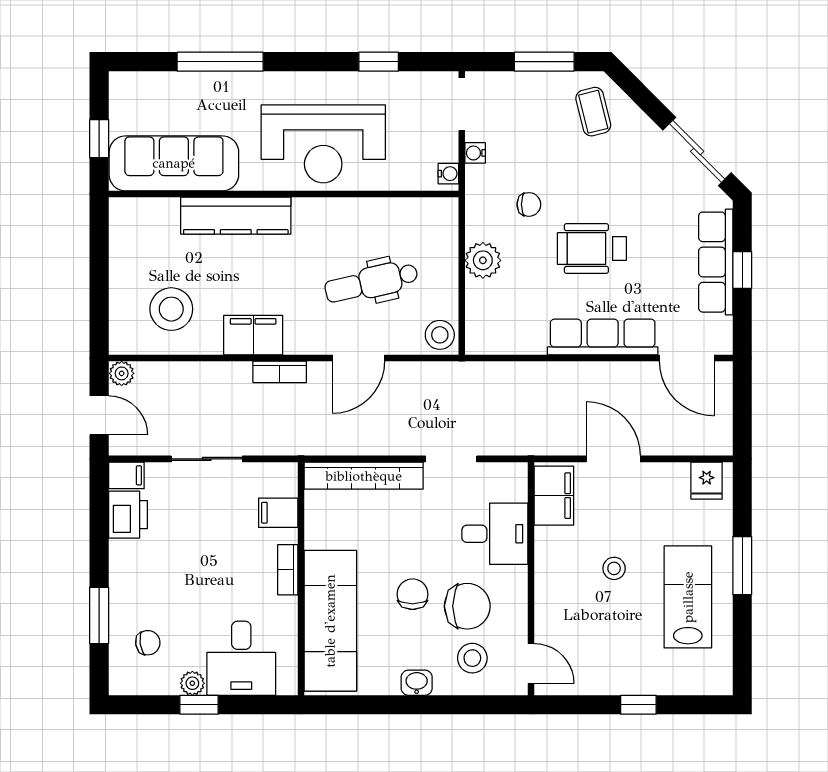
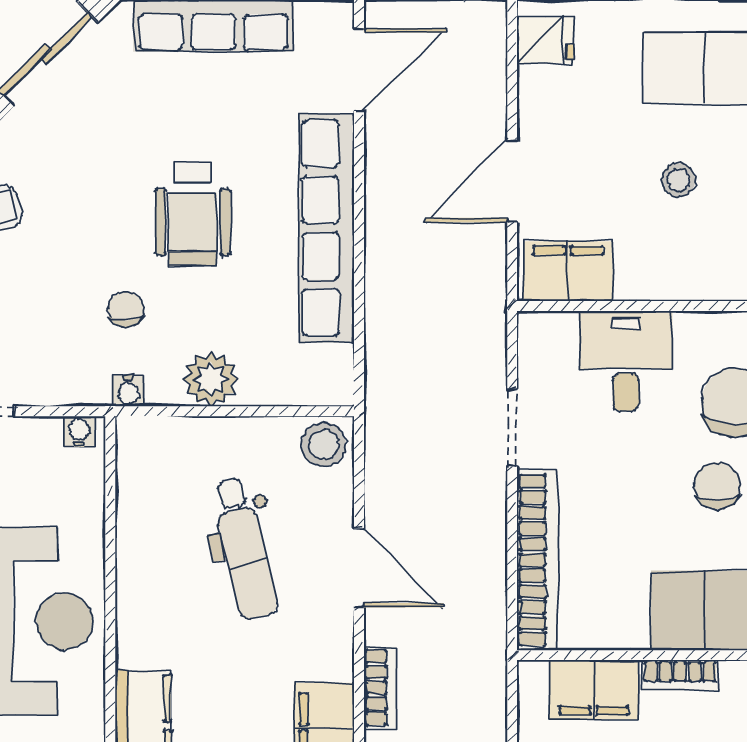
water cooler: (475, 153) -> (128, 391), moved
row of seats: (603, 337) -> (327, 228), width x1.36
filing cabinet: (278, 513) -> (594, 690), width x2.00
chair: (412, 594) -> (717, 486), turned 90

